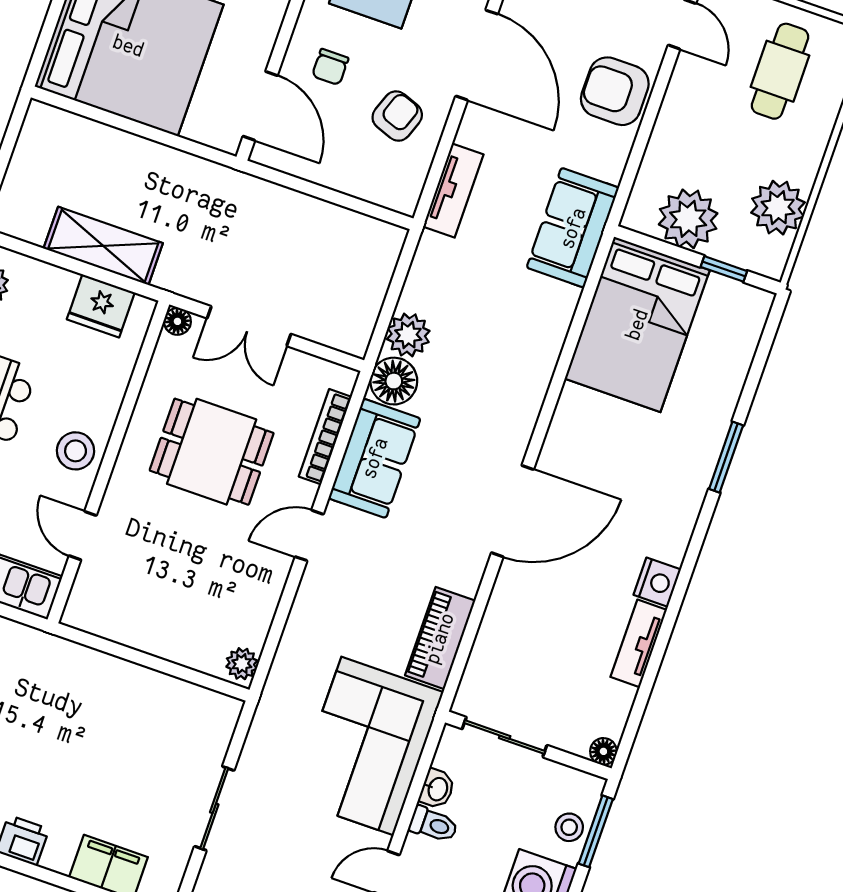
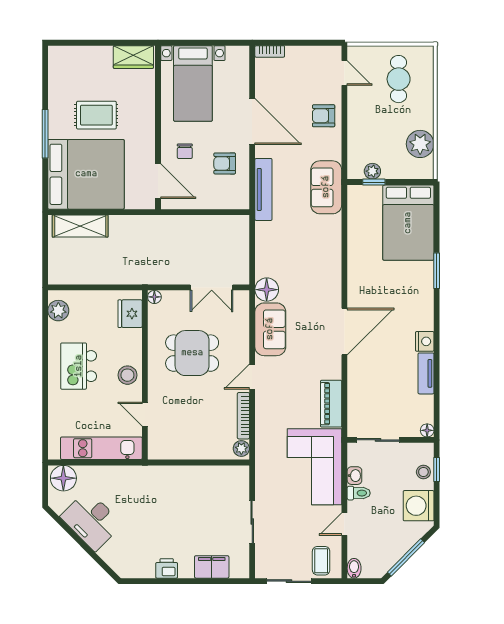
armchair: (615, 91) -> (324, 116), width x0.72, depth x0.72
armchair: (397, 116) -> (225, 163), turned -110
tv unit: (453, 190) -> (263, 189), width x1.41
plant: (688, 219) -> (372, 171), width x0.53, depth x0.53
shelving: (103, 246) -> (80, 226), moved
window: (724, 269) -> (374, 182), moved
fridge: (101, 306) -> (130, 314), moved, turned 90
bed: (637, 324) -> (408, 223), moved
double door: (249, 326) -> (212, 287), moved
plant: (408, 335) -> (266, 265), removed
bookcase: (325, 437) -> (243, 416), moved
window: (596, 831) -> (437, 470), width x0.67

